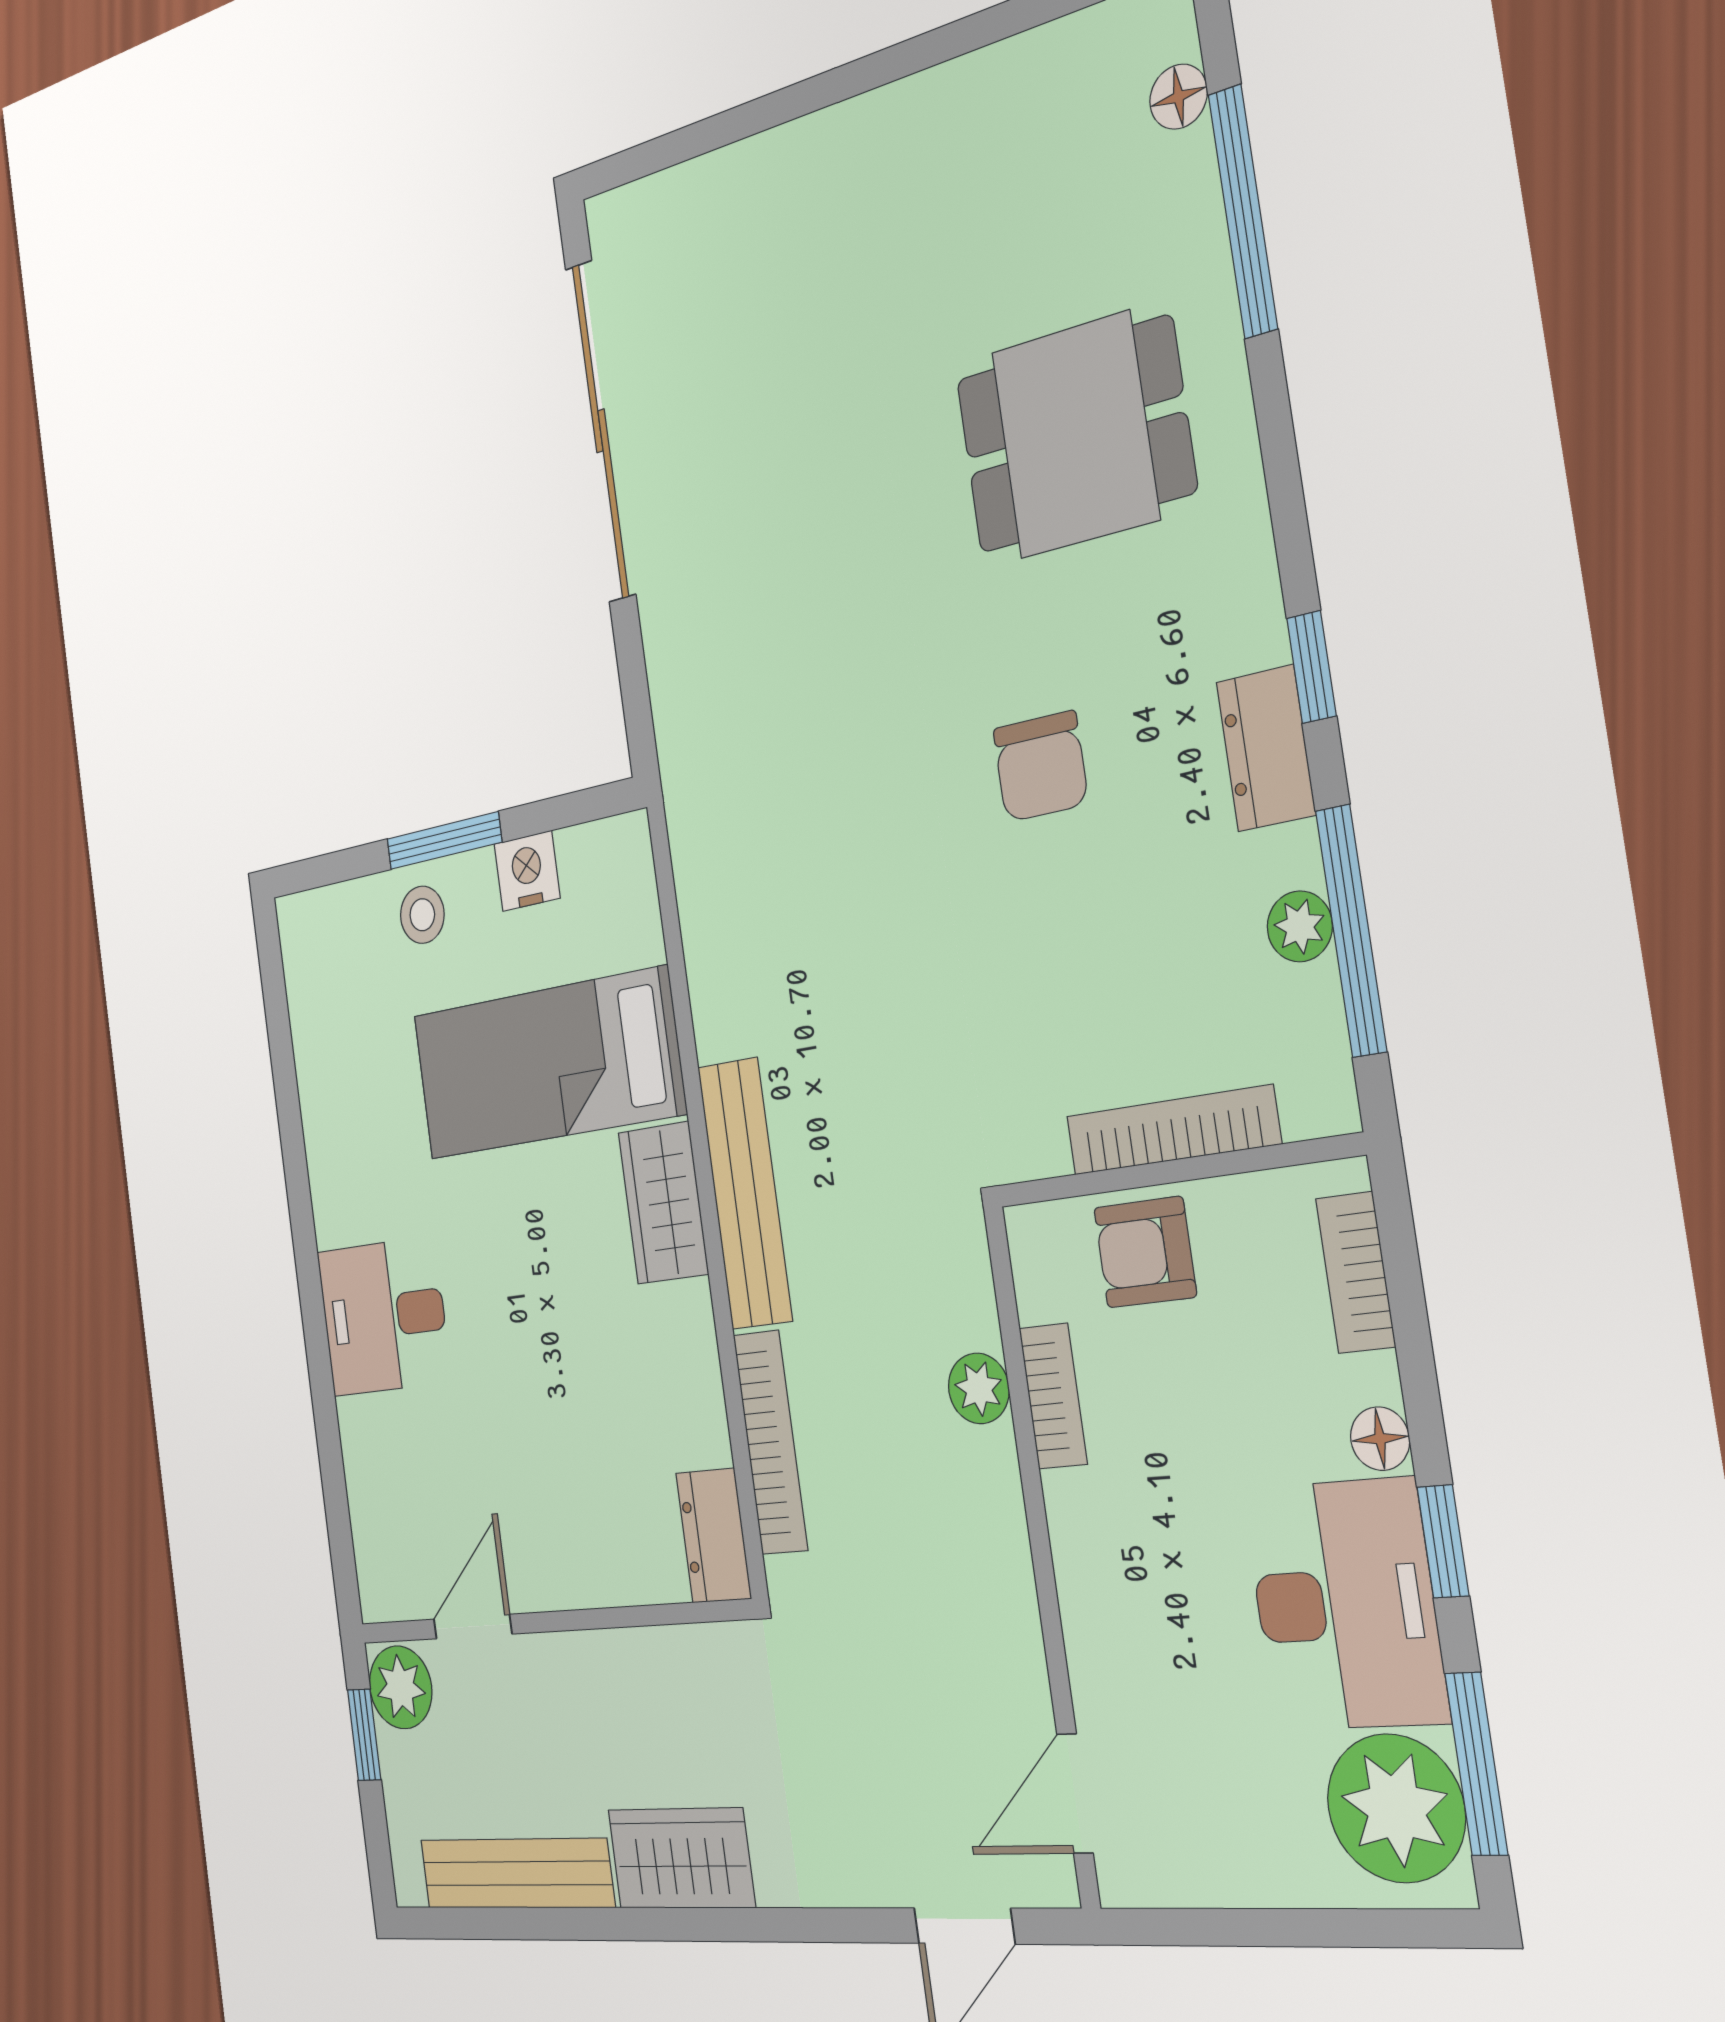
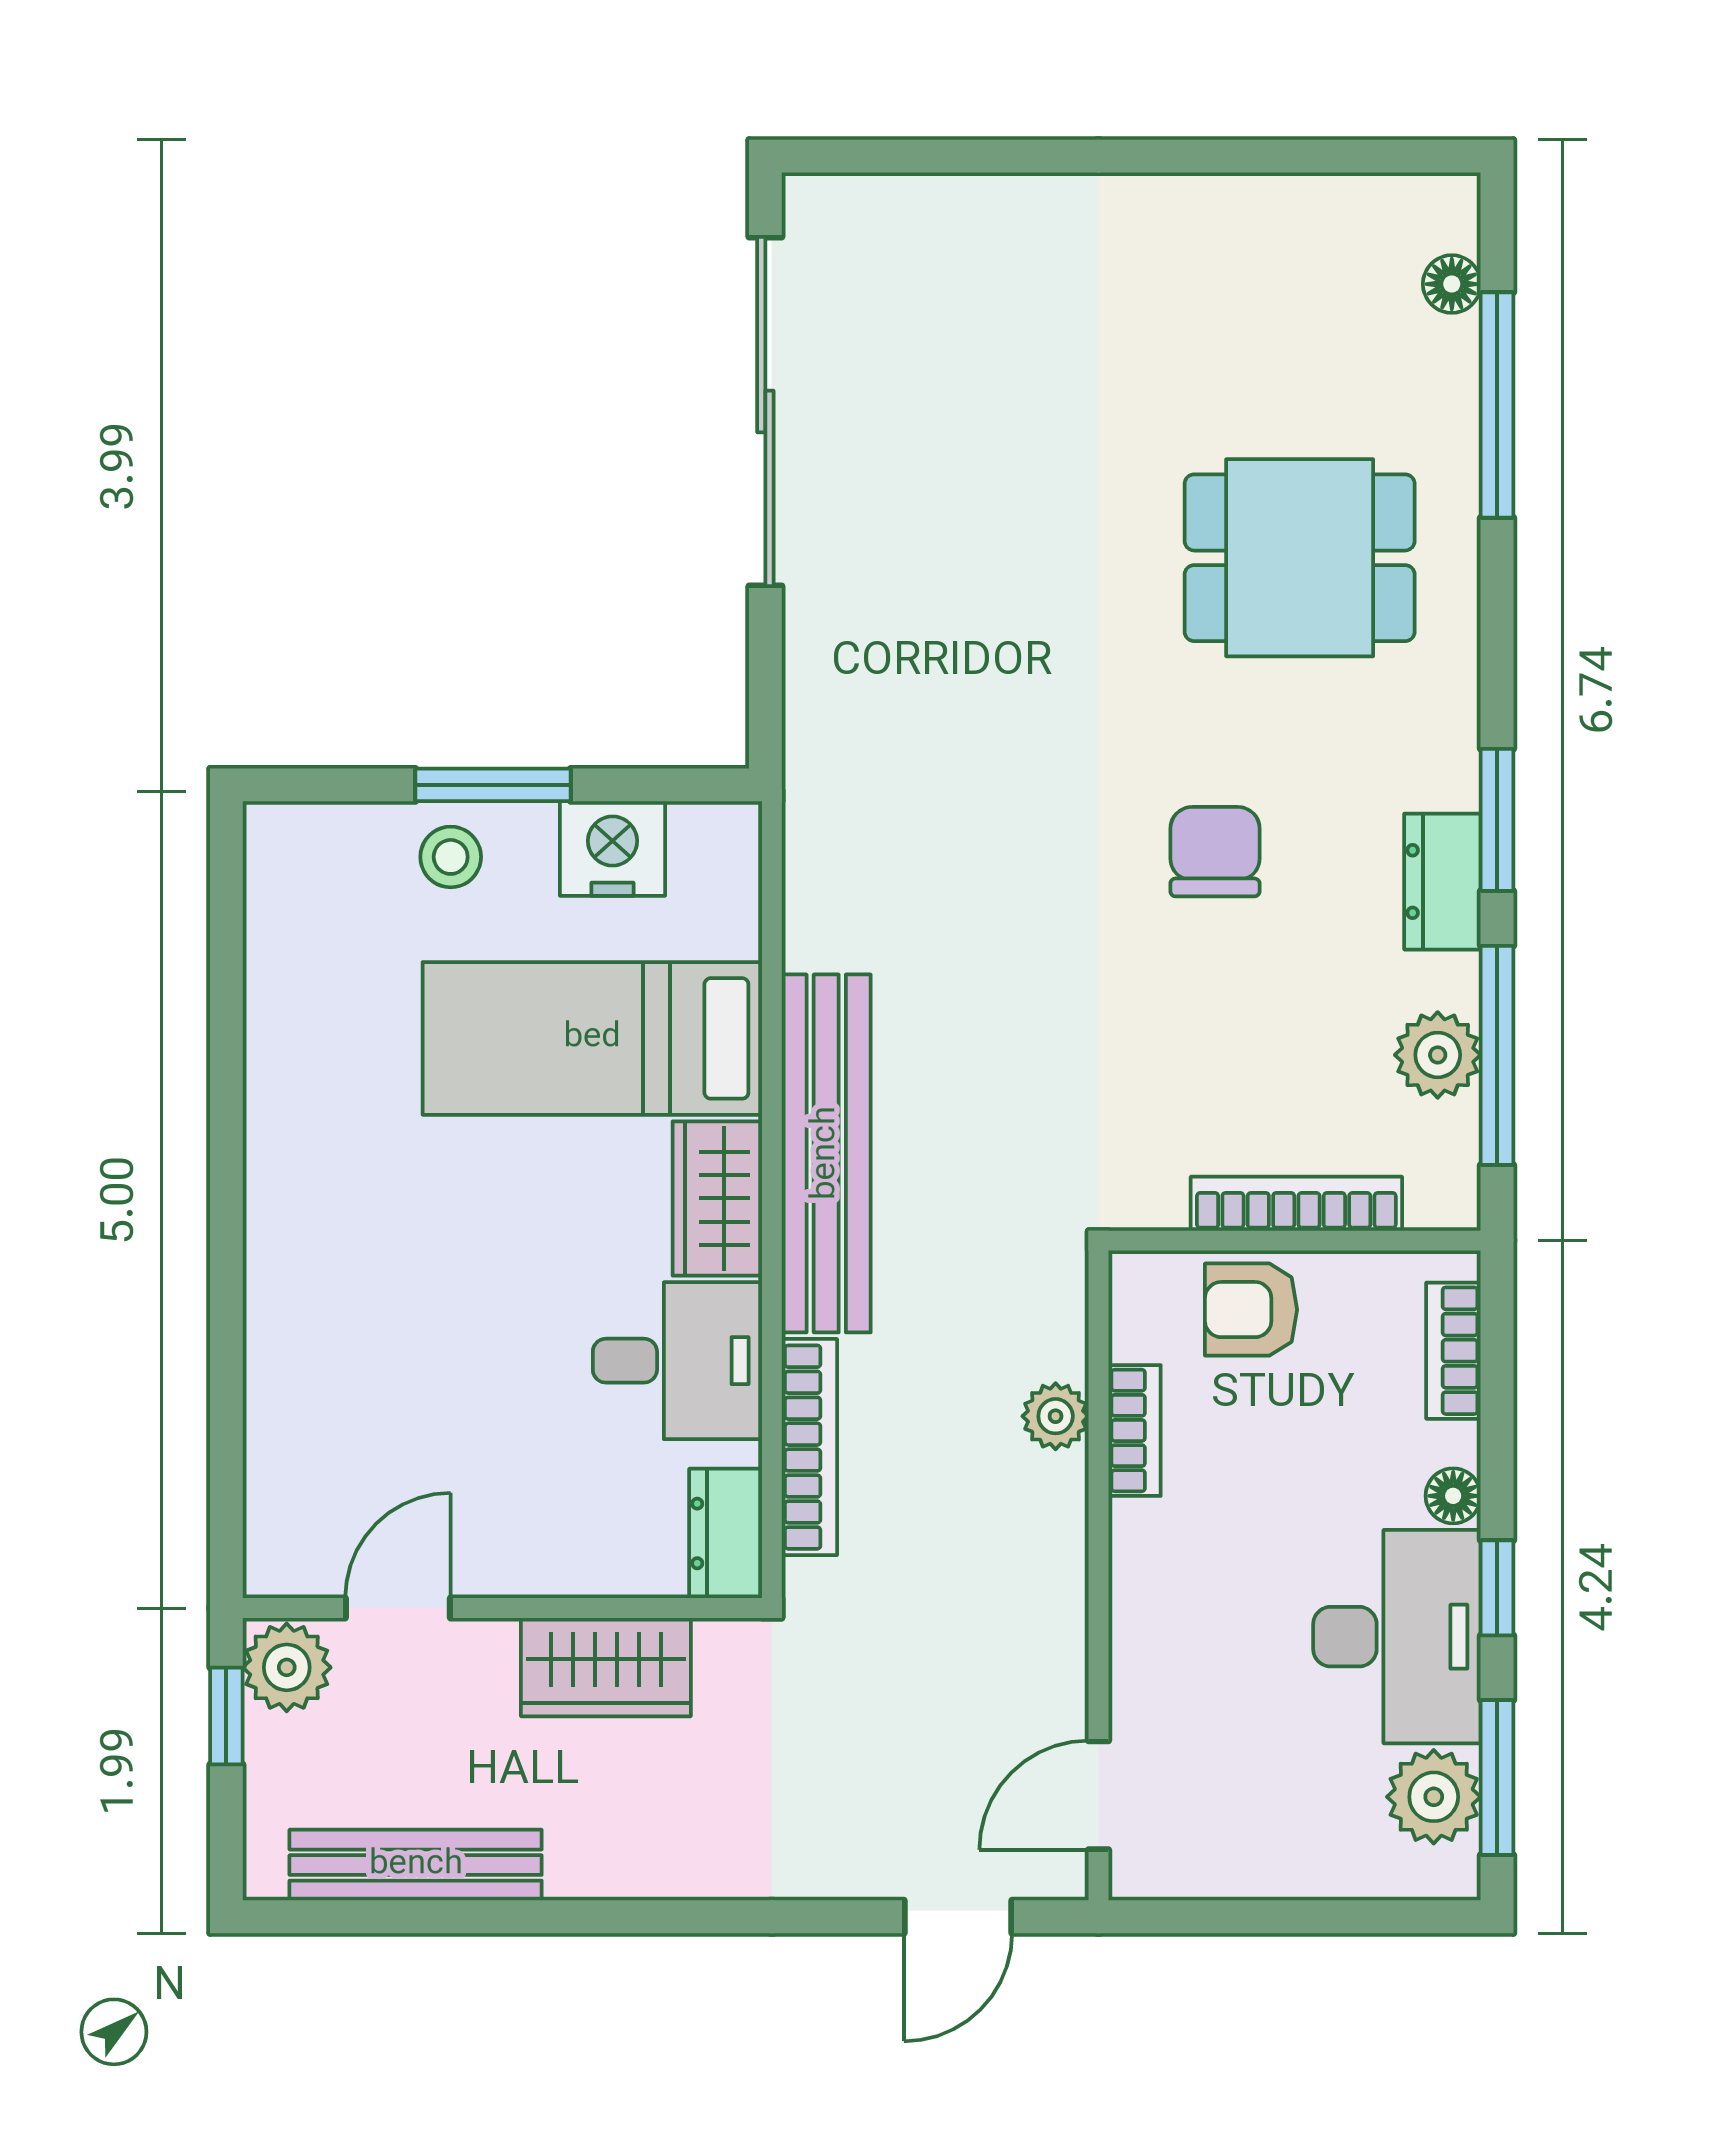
window: (1311, 667) -> (1497, 820), width x1.50
chair: (1041, 766) -> (1215, 852), turned 180
nightstand: (527, 871) -> (613, 849), width x1.36, depth x1.33
plant: (1300, 926) -> (1438, 1055), width x1.38, depth x1.38
bench: (745, 1193) -> (826, 1153), width x1.37, depth x1.21
desk: (384, 1316) -> (677, 1361), moved, turned 180
plant: (1396, 1808) -> (1434, 1797), width x0.73, depth x0.73
wardrobe: (681, 1858) -> (606, 1667), moved, turned 180

